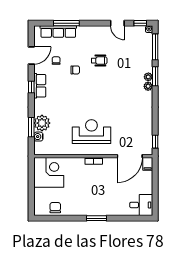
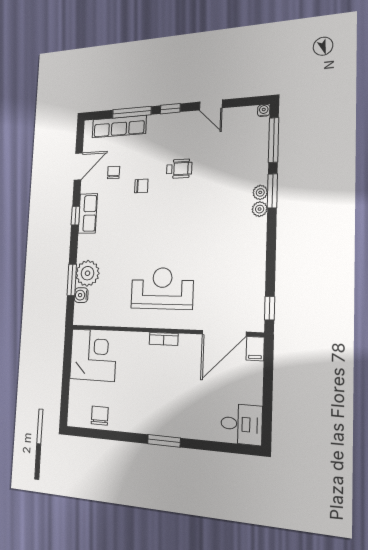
window: (140, 23) -> (170, 109), moved

